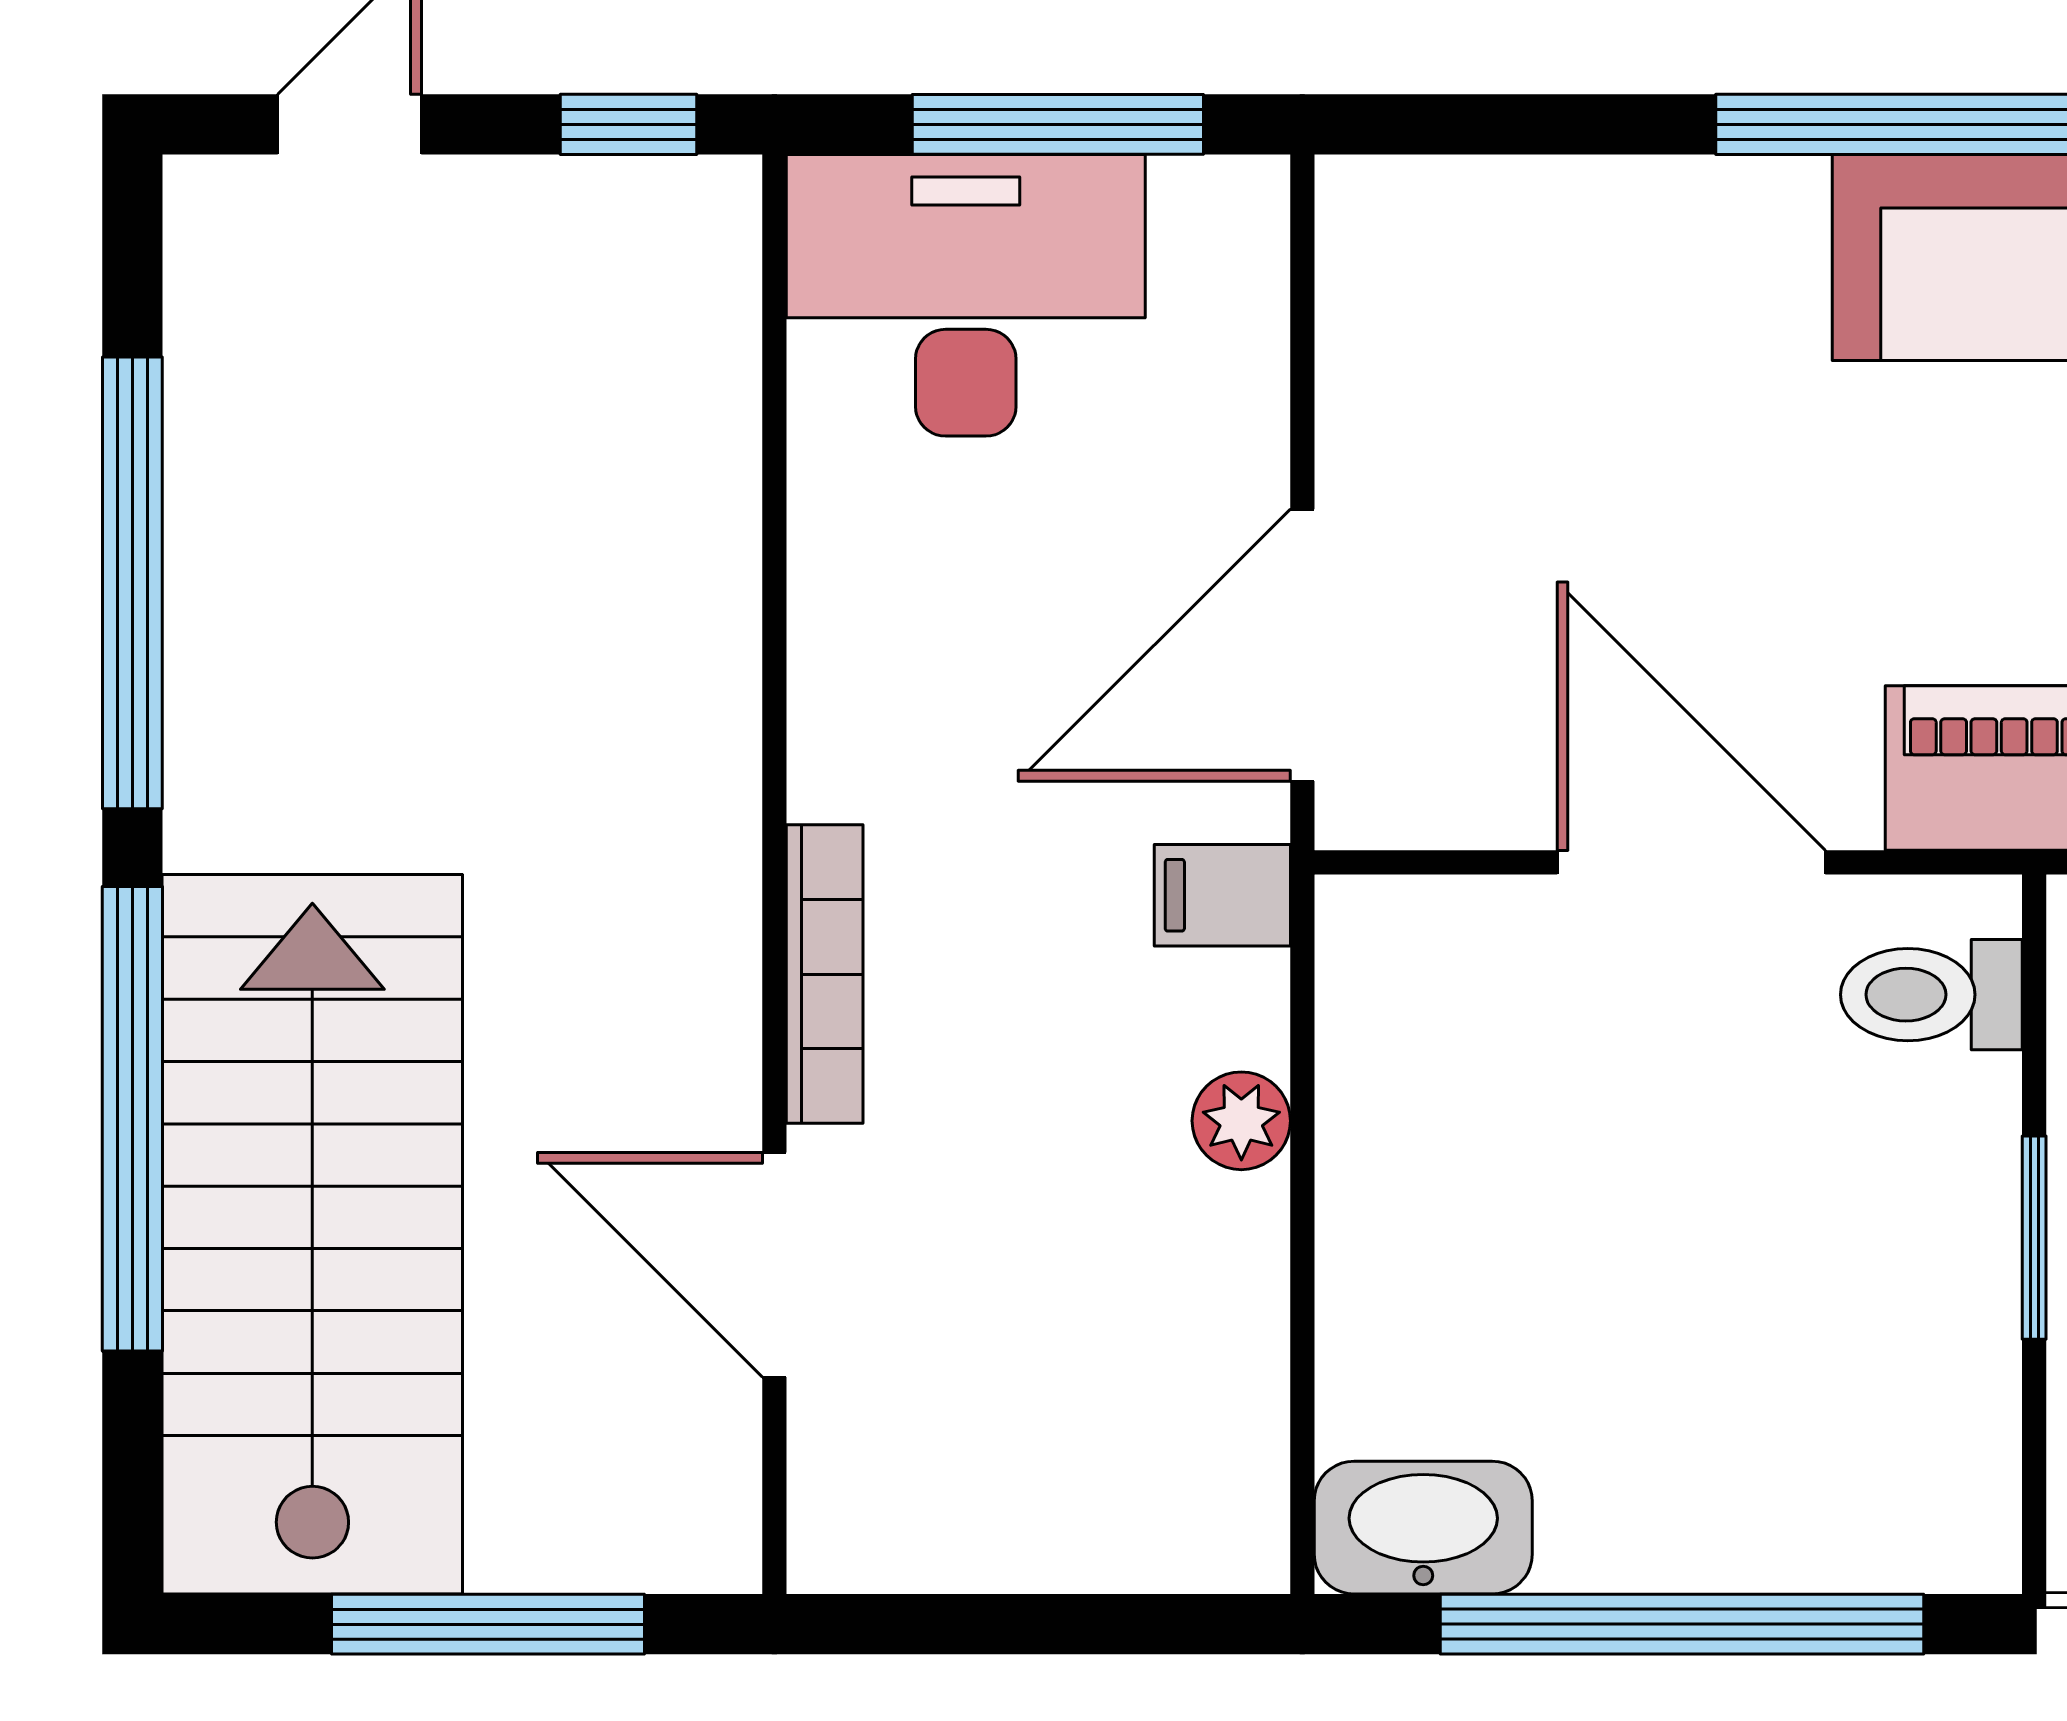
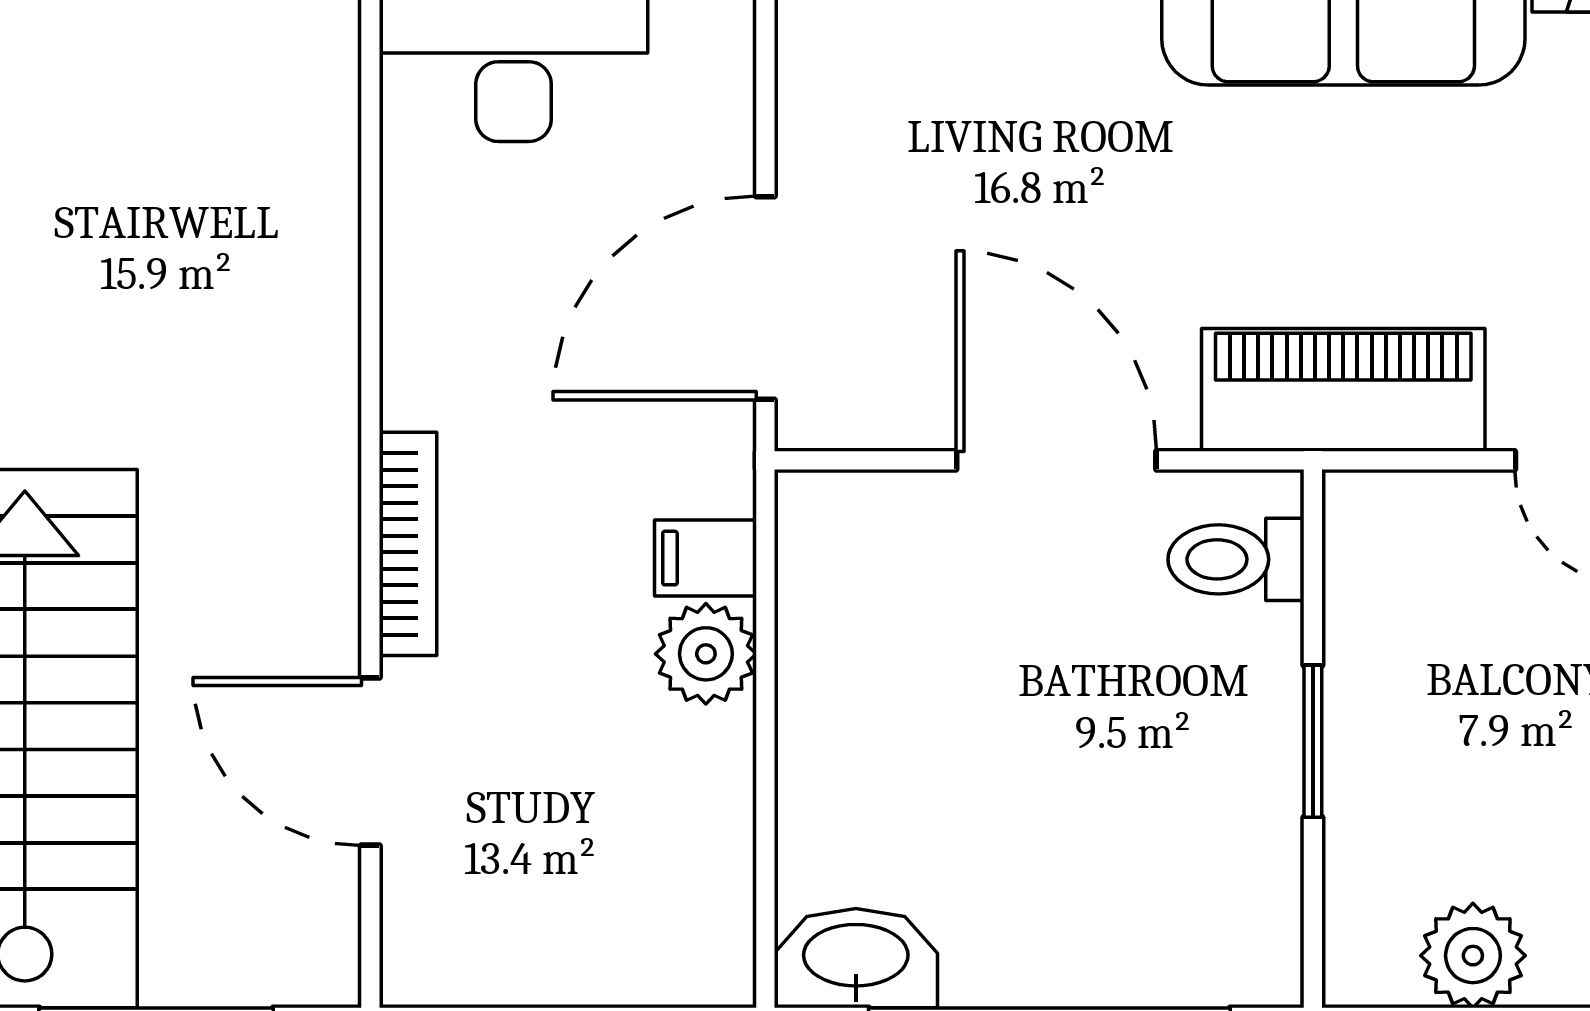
filing cabinet: (1222, 895) -> (706, 558), moved
plant: (1241, 1121) -> (706, 654), width x1.38, depth x1.38

